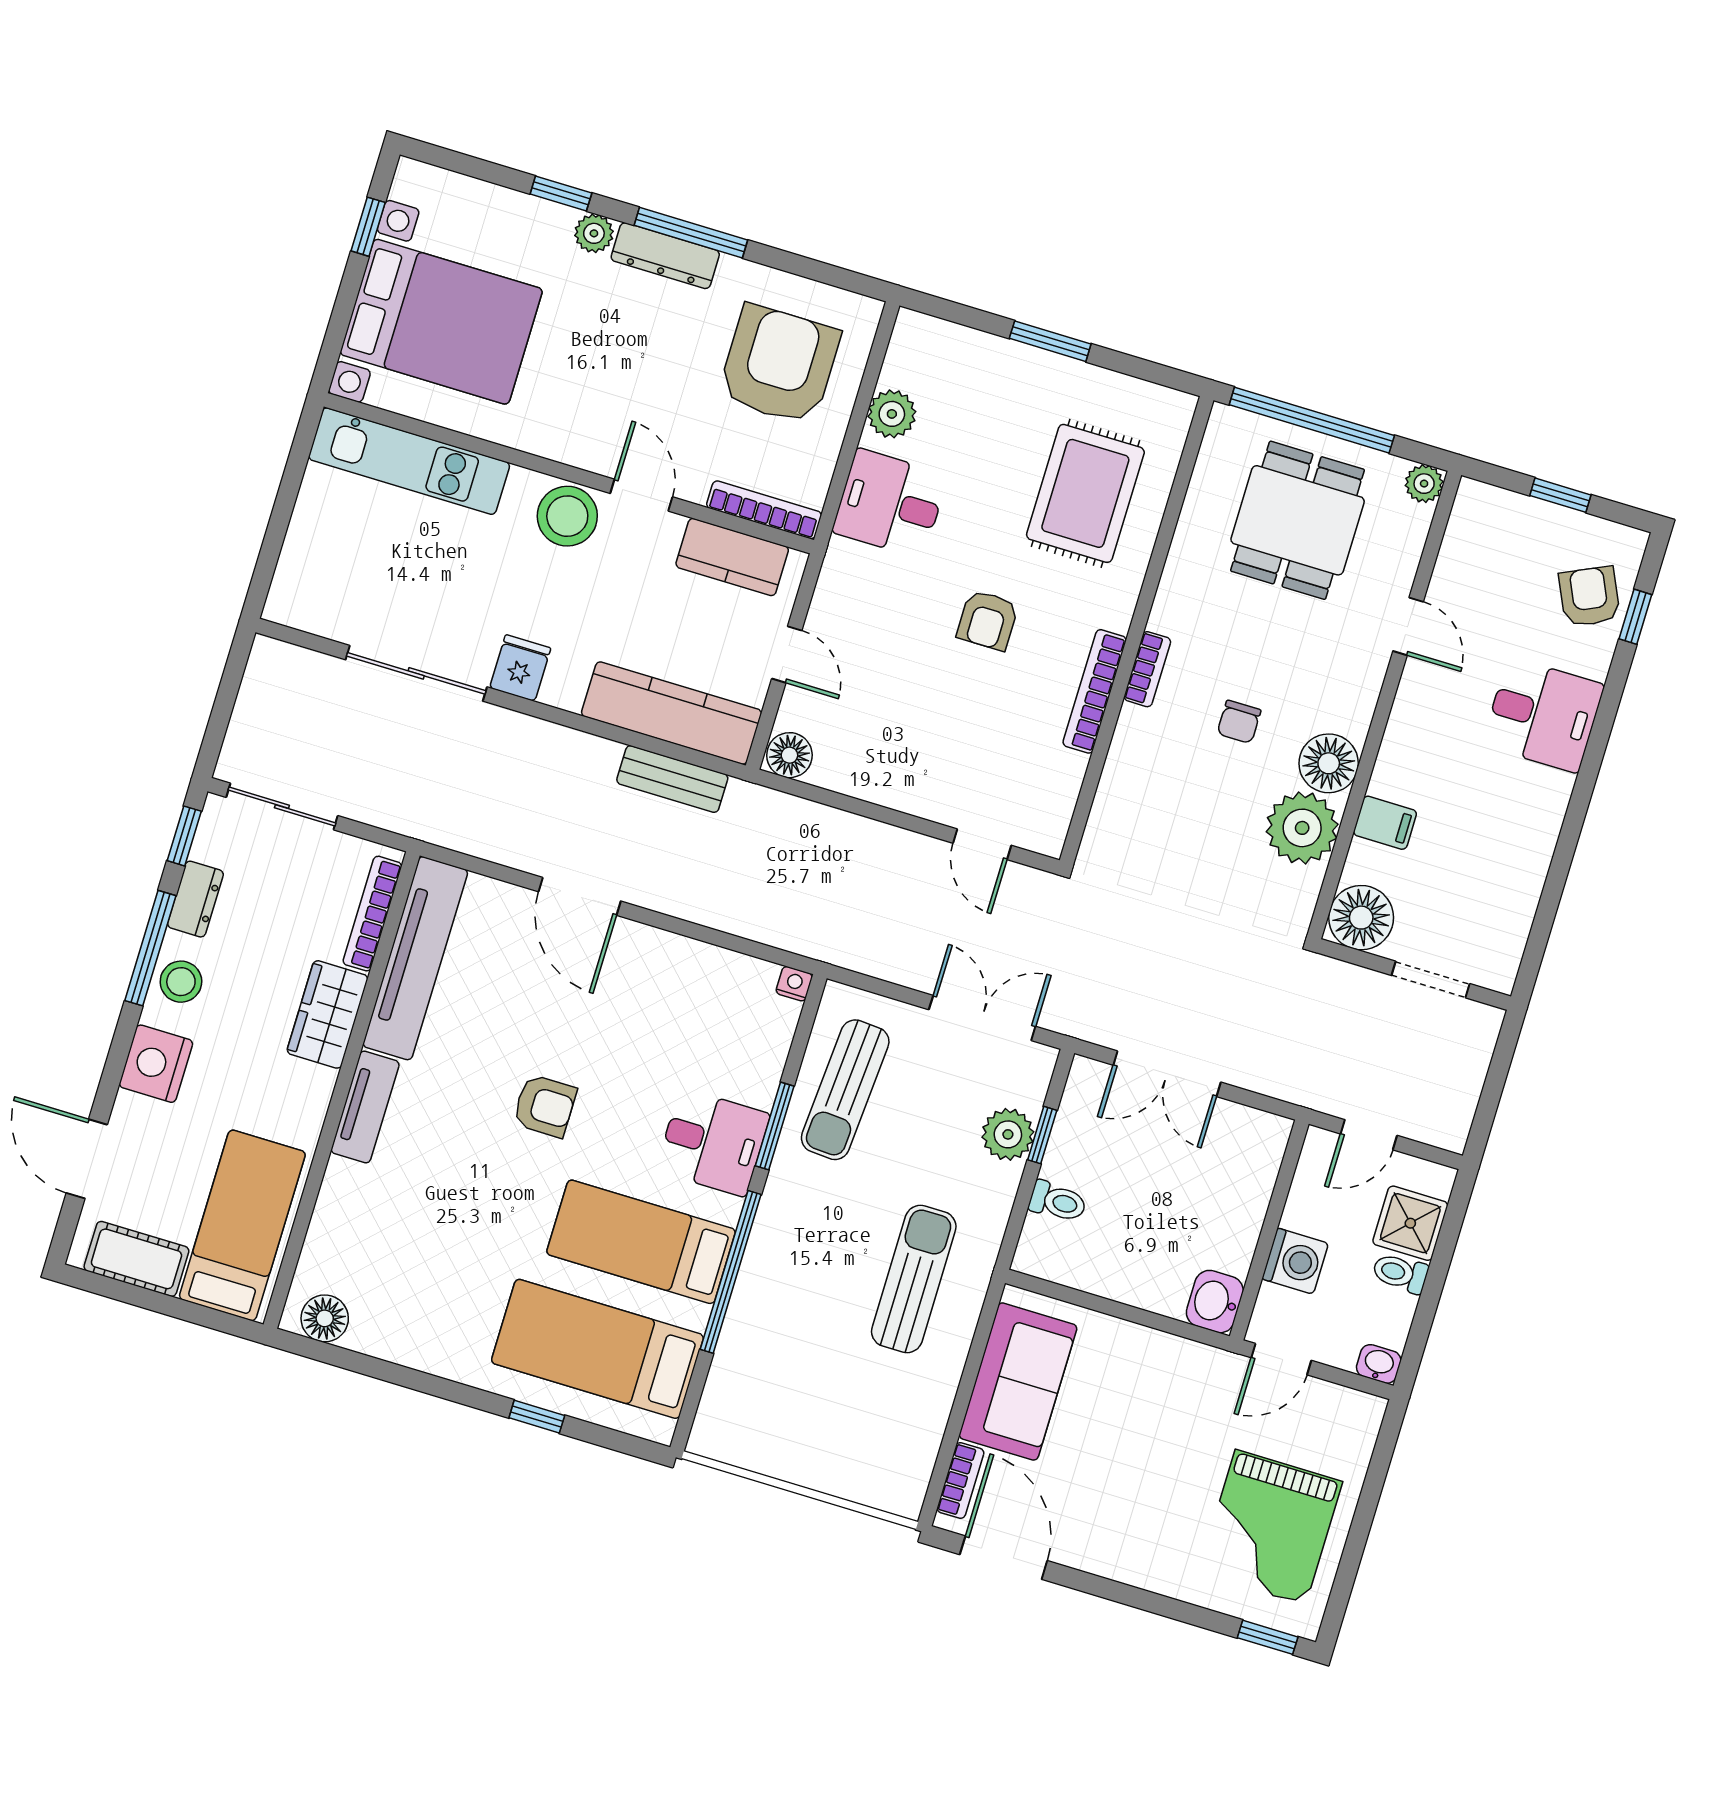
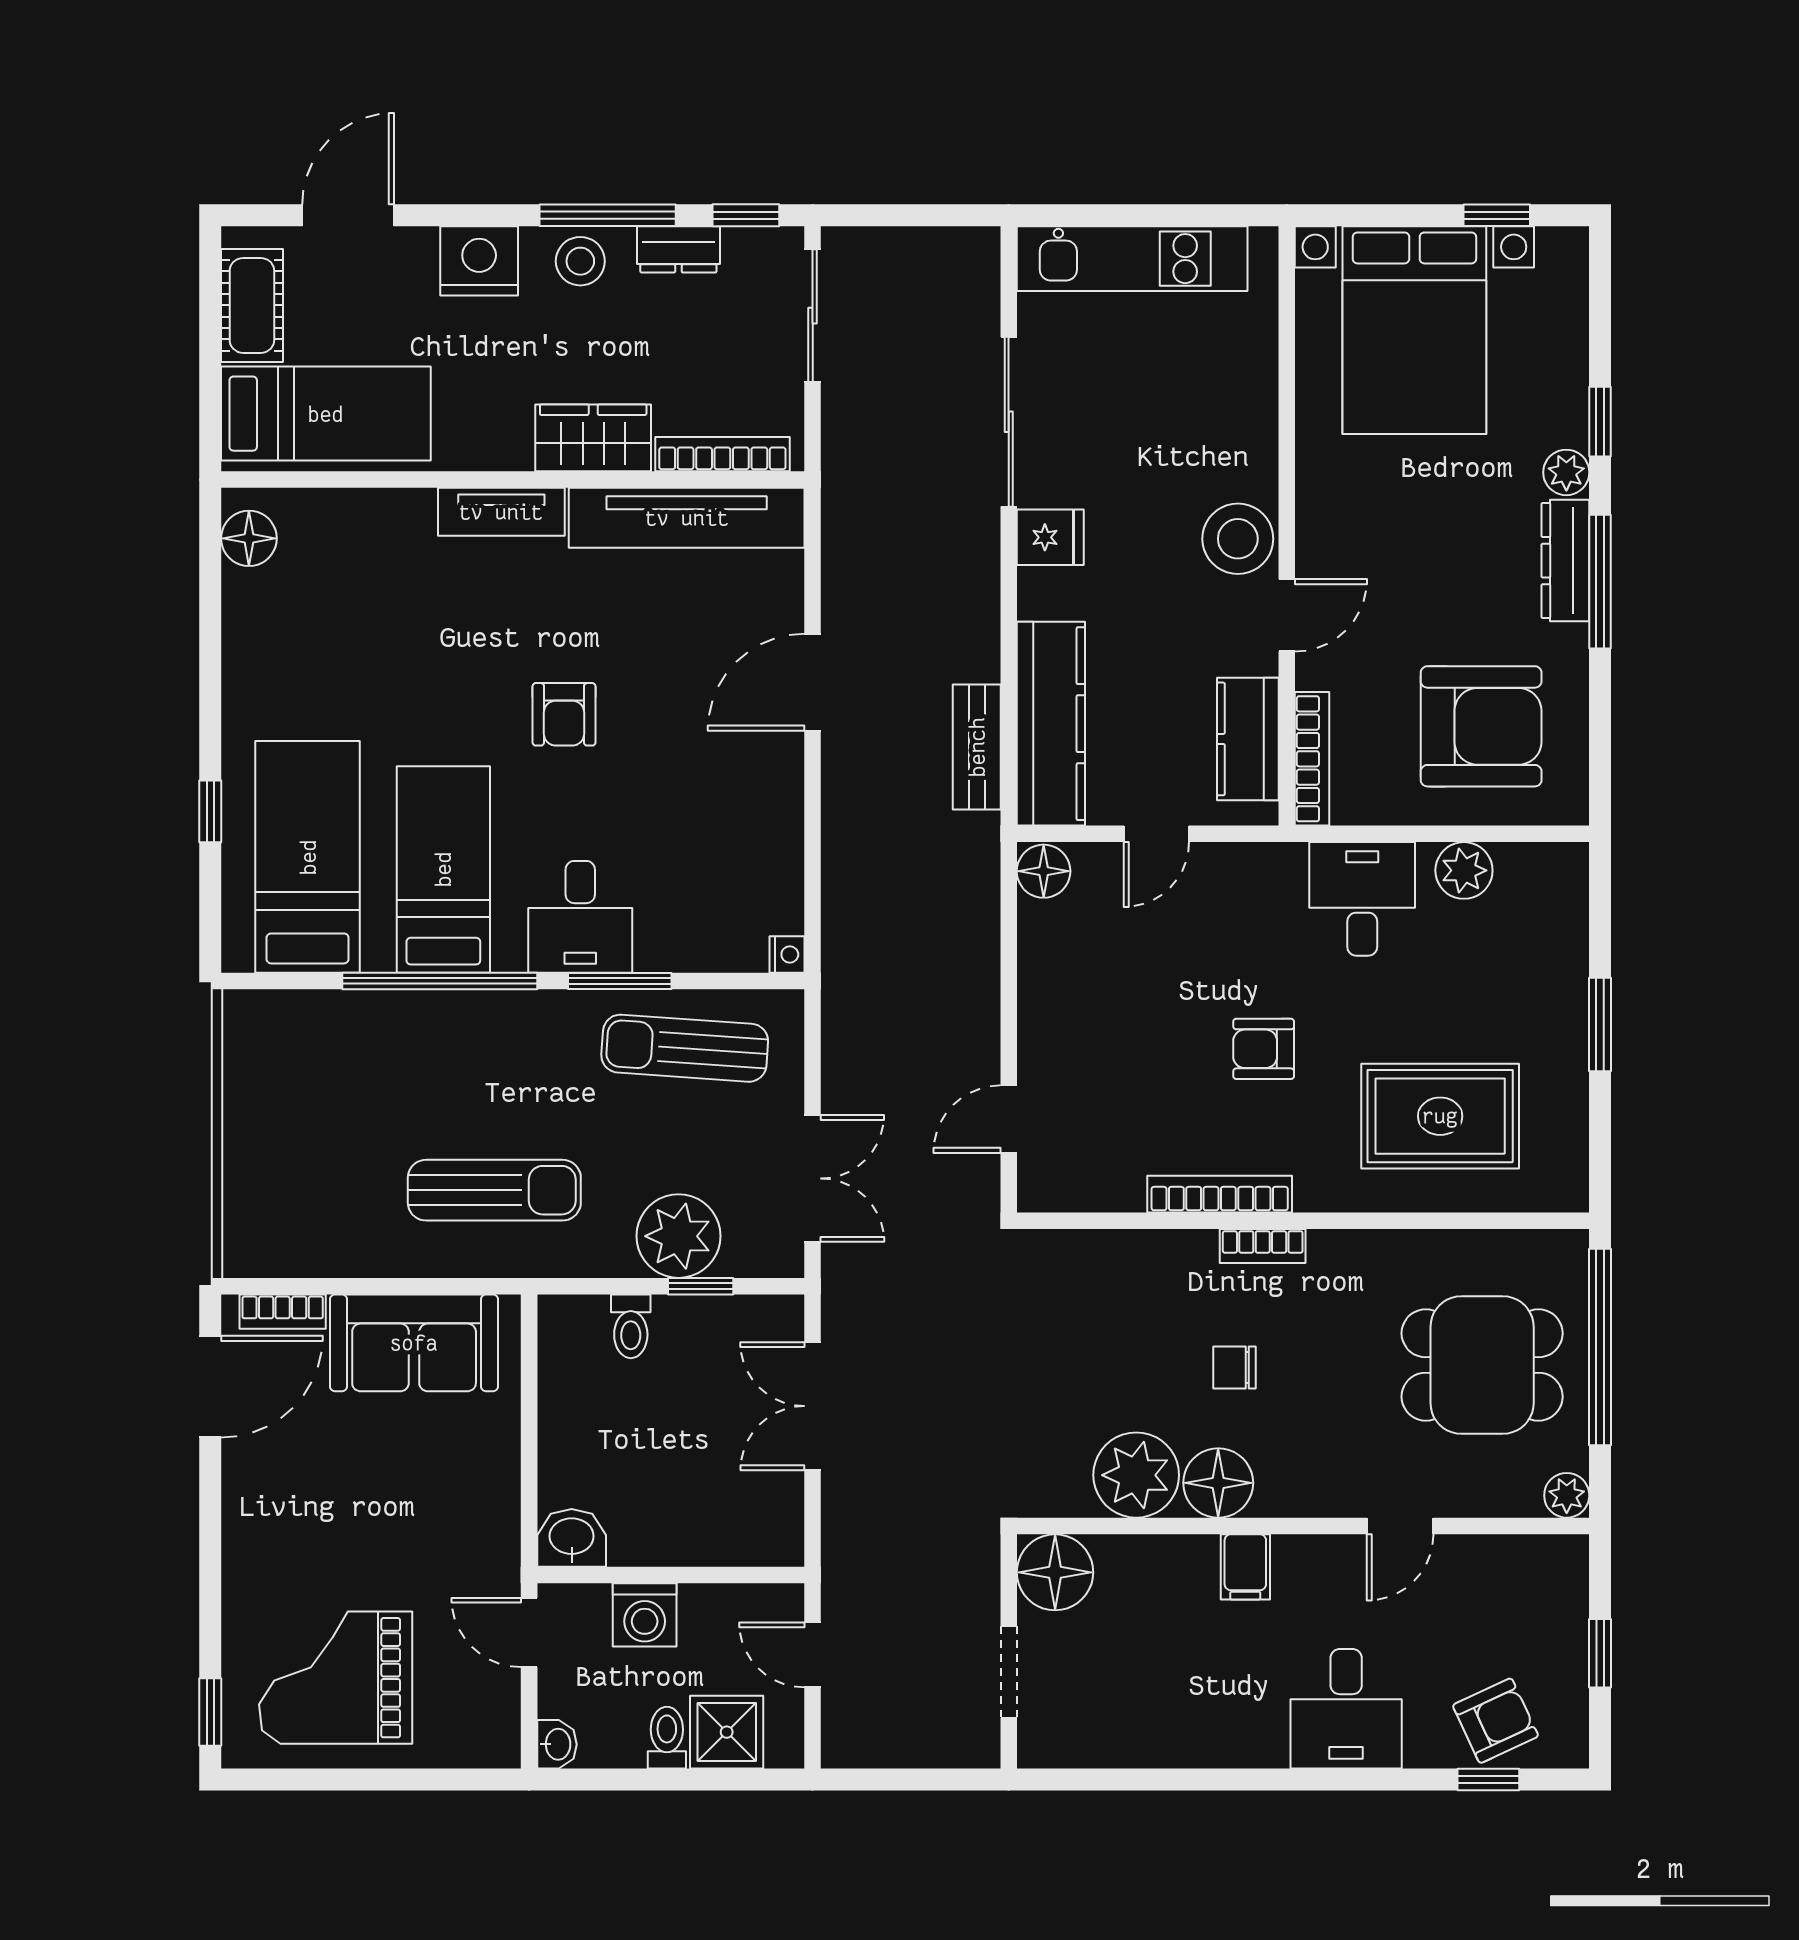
kitchen unit: (409, 461) -> (1132, 259), moved, turned -90
filing cabinet: (1385, 823) -> (1245, 1567), moved
plant: (1008, 1134) -> (679, 1236), width x1.36, depth x1.36

